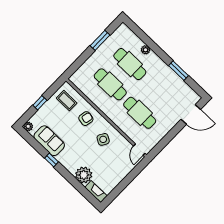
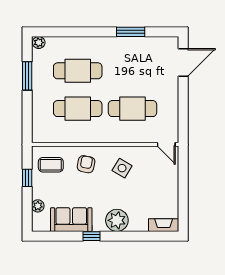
plant: (146, 50) -> (39, 43), moved
window: (40, 103) -> (27, 178), moved
plant: (28, 126) -> (38, 206), moved
plant: (84, 175) -> (117, 220), moved

